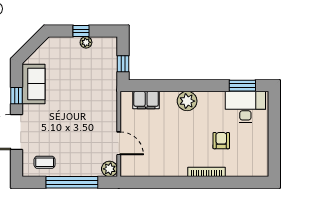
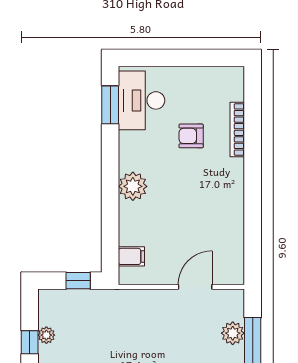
filing cabinet: (146, 100) -> (131, 256), width x0.50
plant: (109, 169) -> (233, 333), moved
bookcase: (206, 172) -> (237, 129), moved

